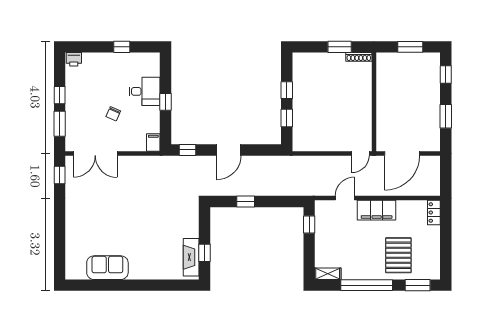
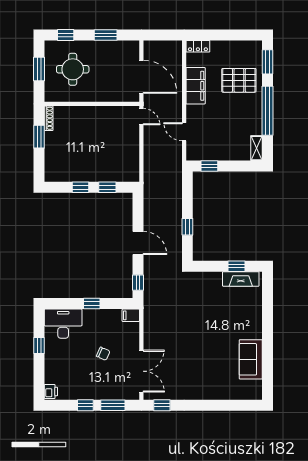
round table: (410, 82) -> (73, 69), added
desk: (145, 91) -> (63, 324), moved, width x1.37
filing cabinet: (377, 210) -> (196, 86), moved

